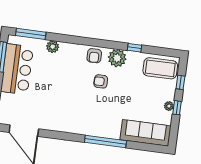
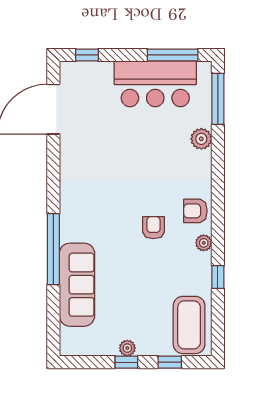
plant: (117, 58) -> (204, 243), width x0.53, depth x0.53
sofa: (145, 133) -> (77, 285), moved

